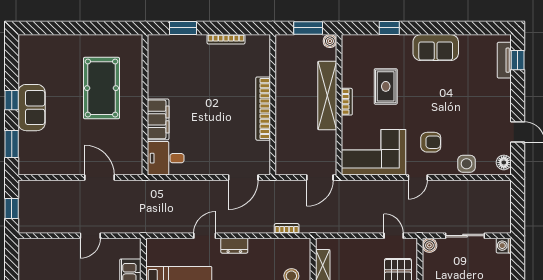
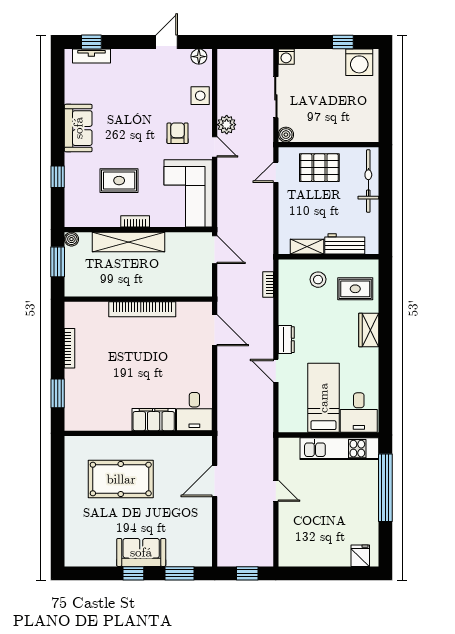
plant: (439, 189) -> (227, 125), added

